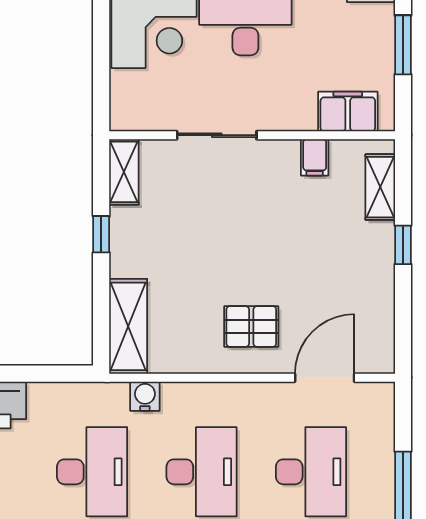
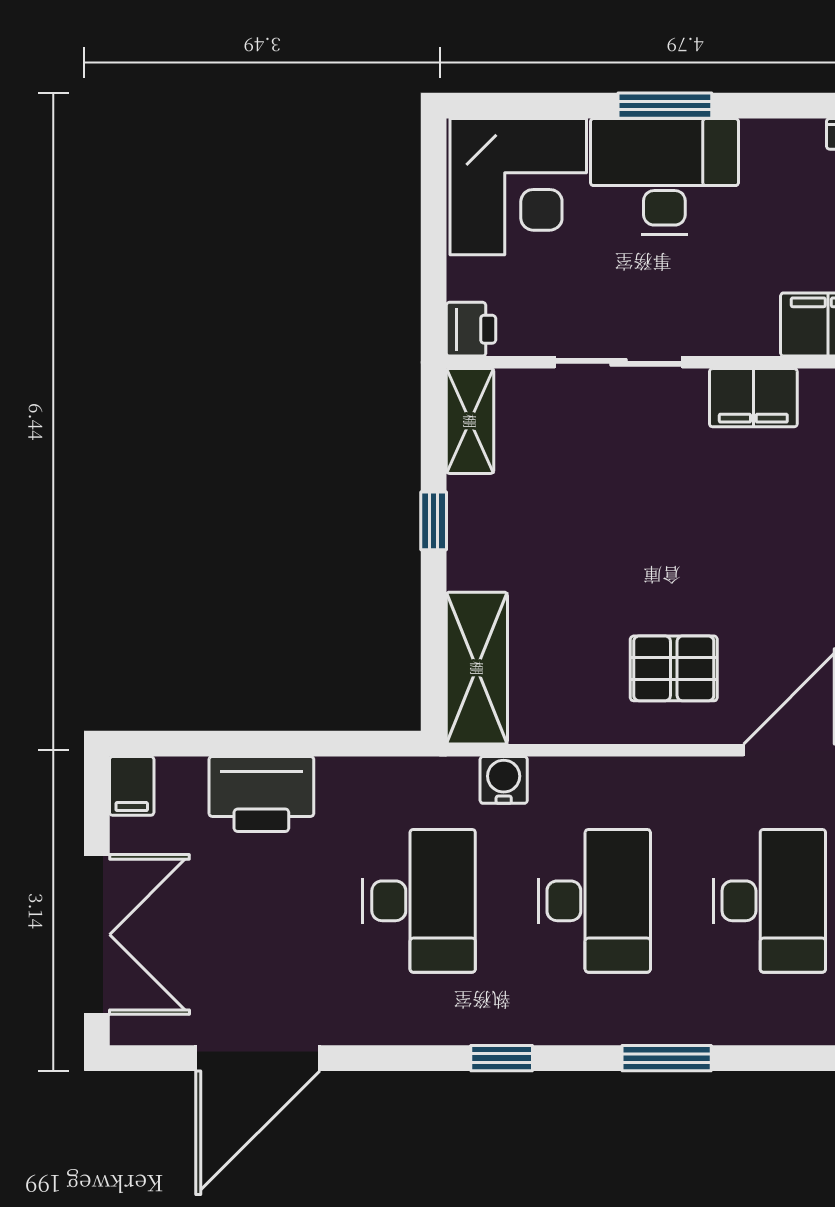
printer: (125, 115) -> (471, 329), added
filing cabinet: (315, 157) -> (753, 398), width x2.00

